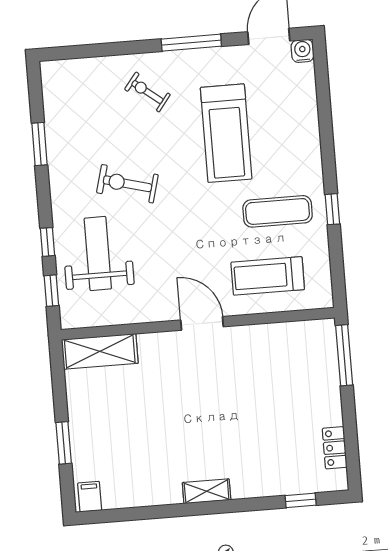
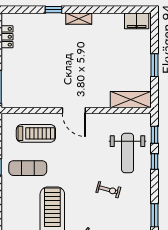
exercise bike: (127, 184) -> (108, 190), width x0.73, depth x0.72
window: (64, 443) -> (155, 65), moved
filing cabinet: (90, 497) -> (137, 21), width x2.00
window: (301, 500) -> (53, 10), moved

